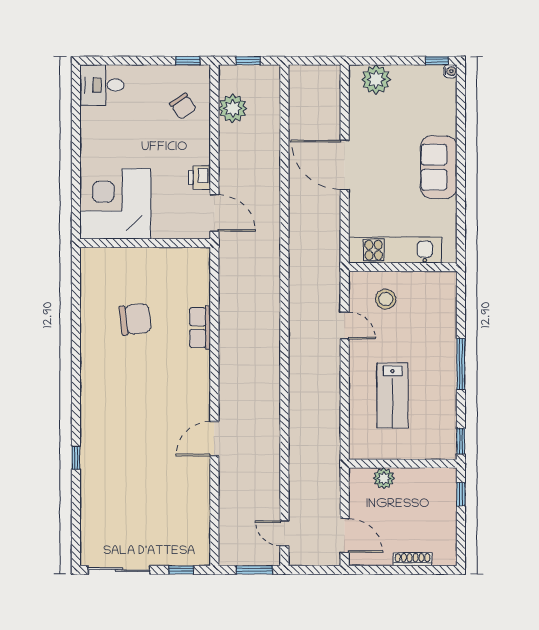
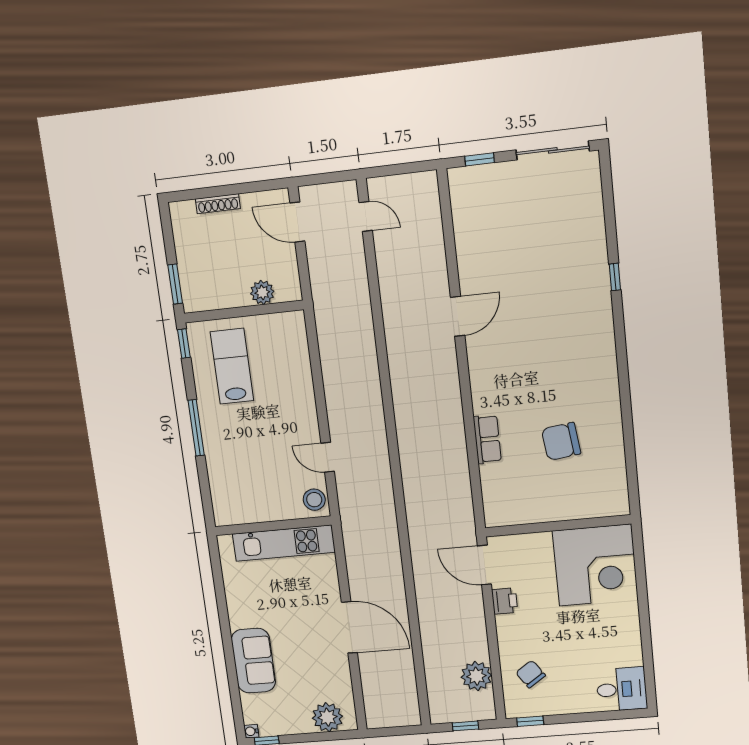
sofa: (439, 167) -> (253, 661), moved
stool: (386, 299) -> (314, 500), moved
lab bench: (392, 395) -> (232, 366), moved
window: (461, 494) -> (175, 284), width x1.50
window: (254, 570) -> (395, 170), removed

